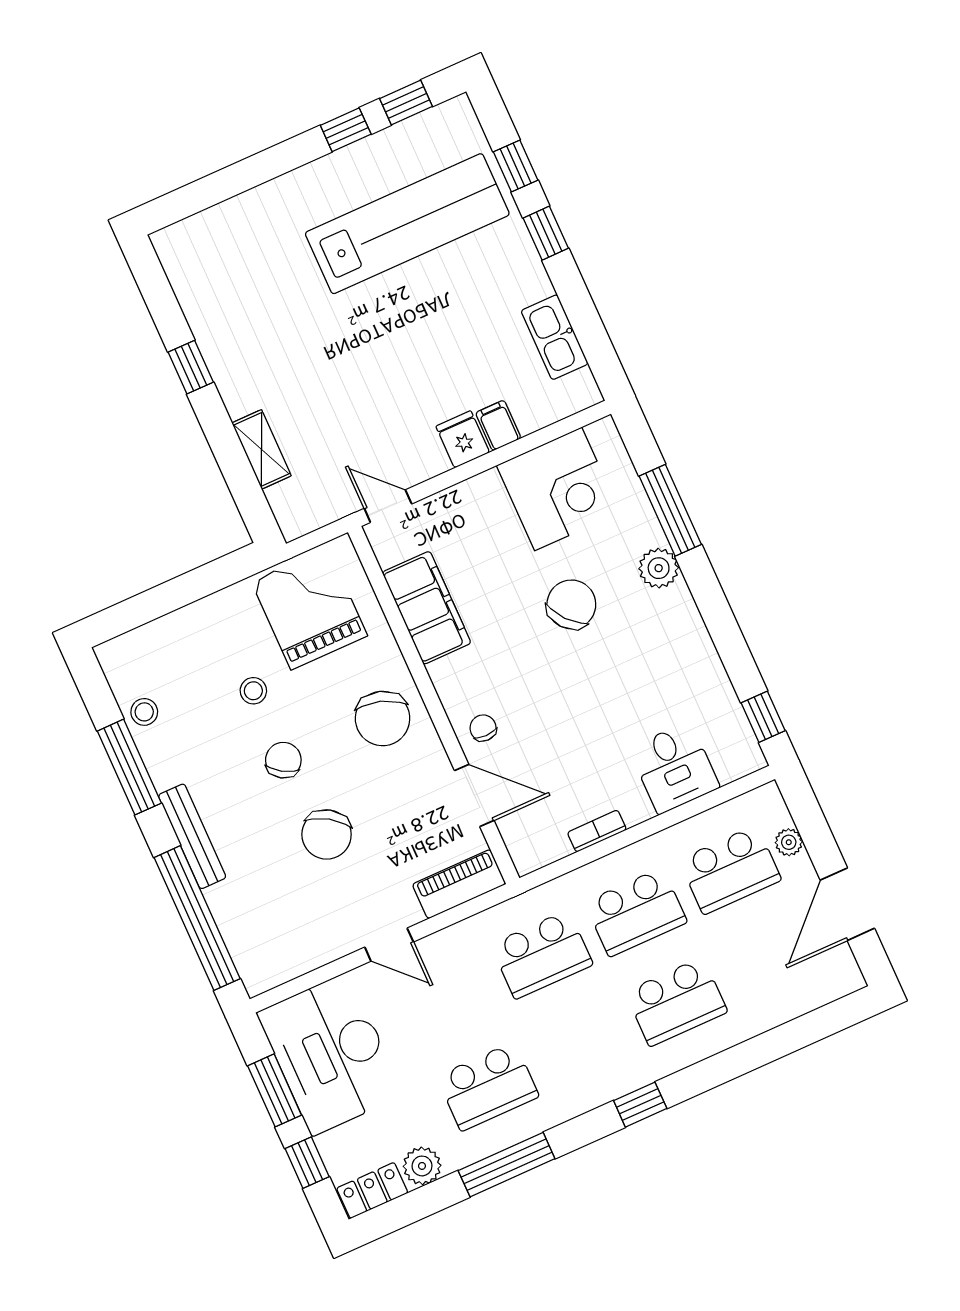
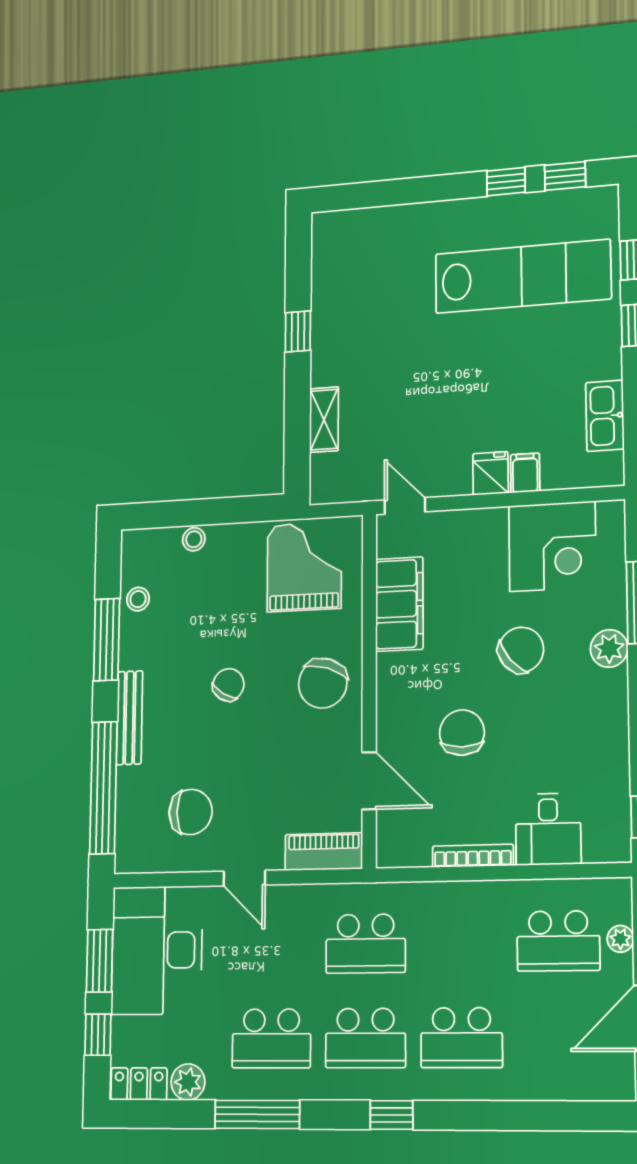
stool: (253, 691) -> (194, 539), moved
chair: (483, 728) -> (462, 733), moved, width x1.87, depth x1.87
bookcase: (597, 831) -> (473, 856), width x1.56
chair: (327, 834) -> (191, 812), moved, turned -123
school desk: (636, 912) -> (365, 1038), moved

